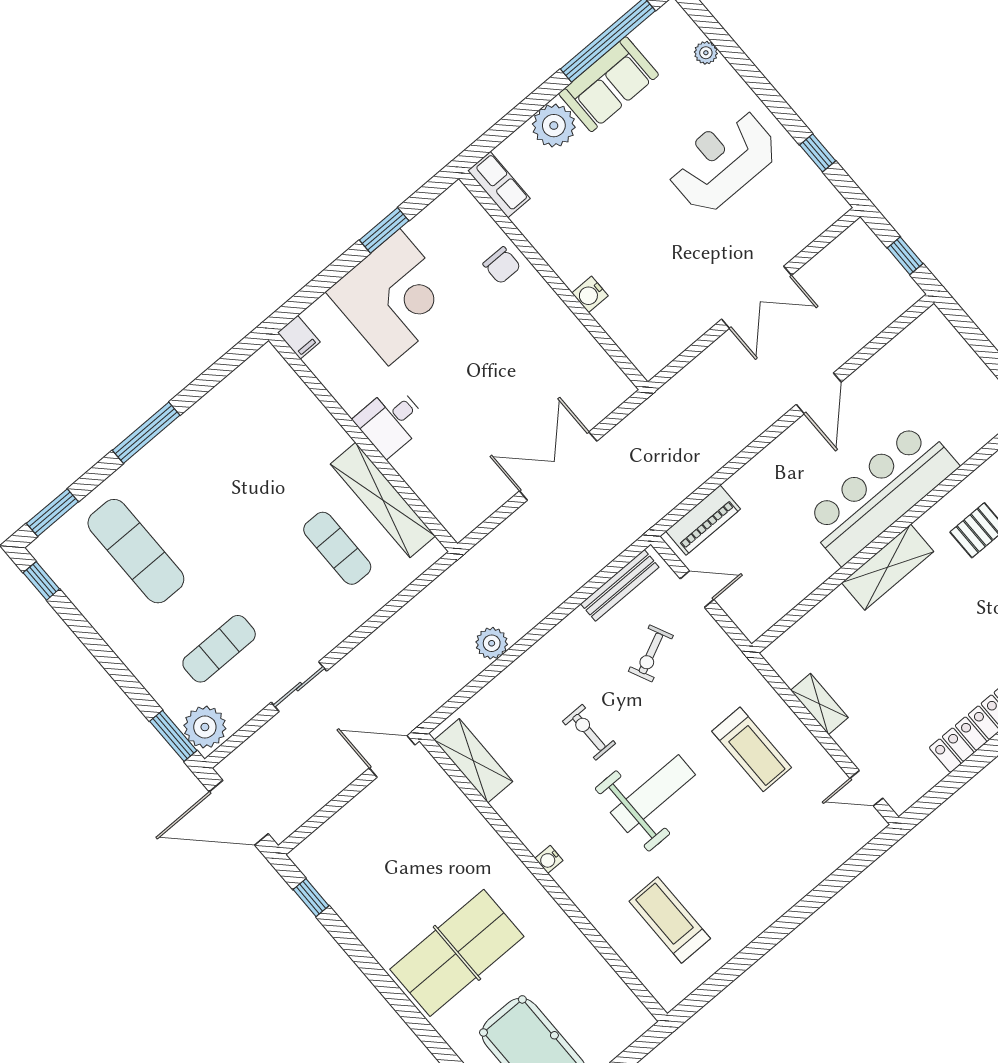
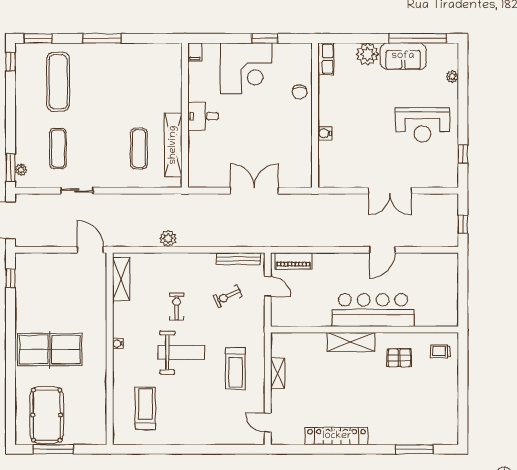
reception desk: (722, 161) -> (422, 125), turned 180
exercise mat: (219, 649) -> (58, 149), turned 90
plant: (205, 727) -> (21, 170), width x0.53, depth x0.53

